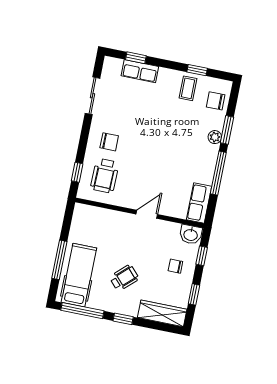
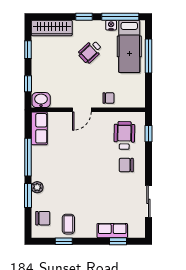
chair: (175, 266) -> (108, 98), moved
nightstand: (95, 303) -> (111, 25), added

